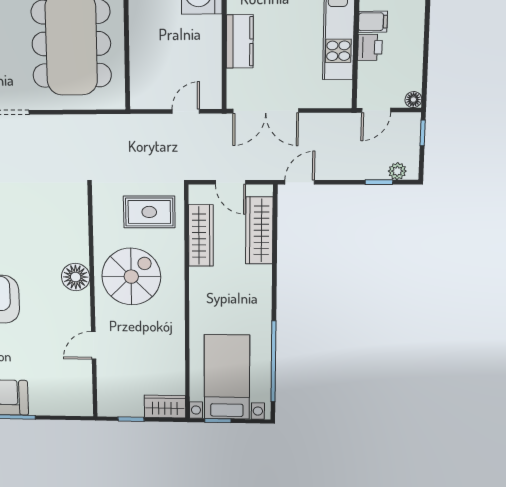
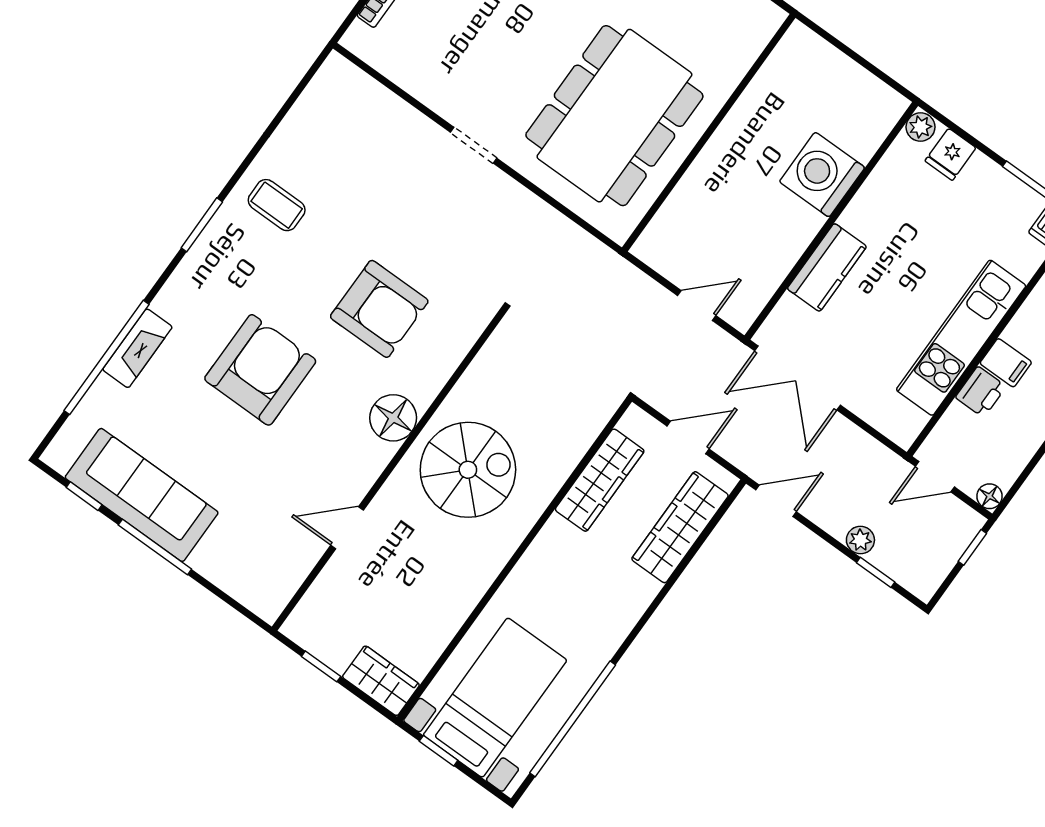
plant: (397, 171) -> (860, 540), moved
door: (230, 182) -> (688, 437), swing flipped
rug: (149, 212) -> (555, 401), removed
armchair: (28, 229) -> (379, 309), added

